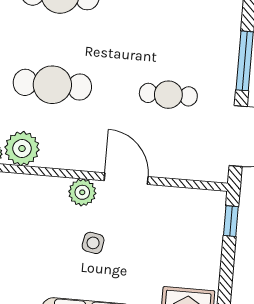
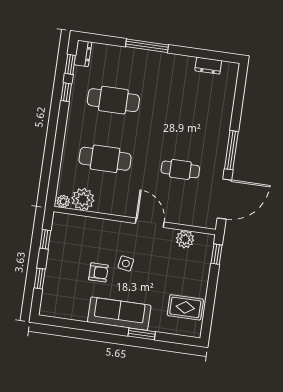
plant: (82, 192) -> (185, 239), moved
armchair: (52, 259) -> (98, 272), added

